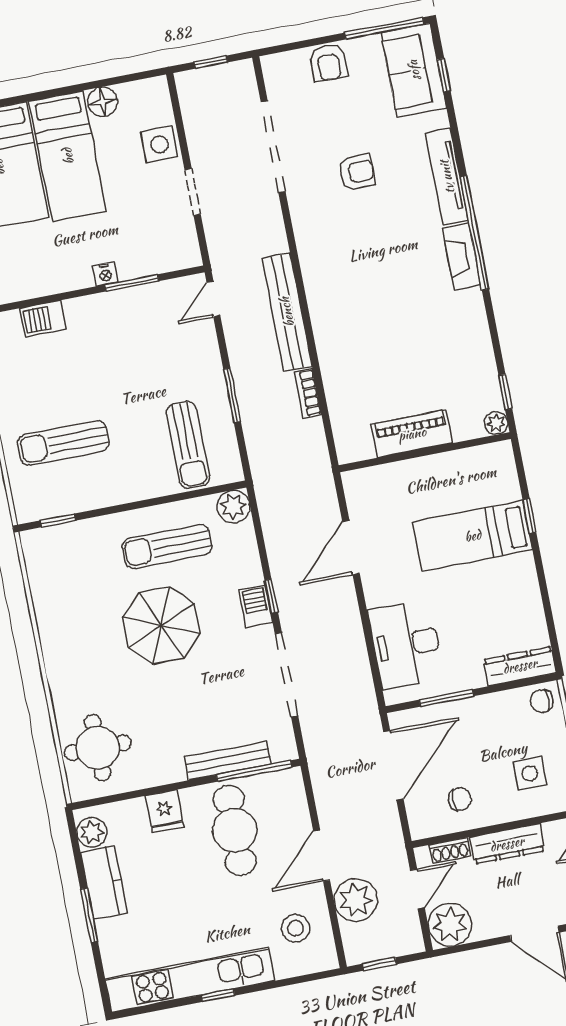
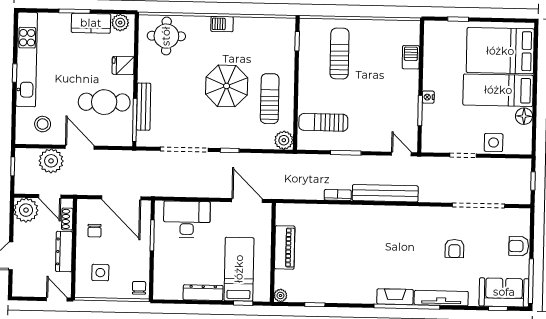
plant: (496, 423) -> (280, 295), moved
piano: (412, 434) -> (285, 247), moved
wall: (425, 452) -> (273, 252), moved
barbecue: (256, 606) -> (222, 24), moved, turned 180
dresser: (520, 666) -> (203, 293), moved, turned -90

